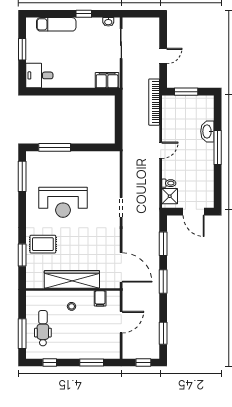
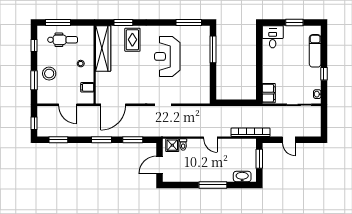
washbasin: (207, 131) -> (242, 177), moved
wardrobe: (72, 279) -> (103, 49), moved
stool: (84, 344) -> (49, 74), added

